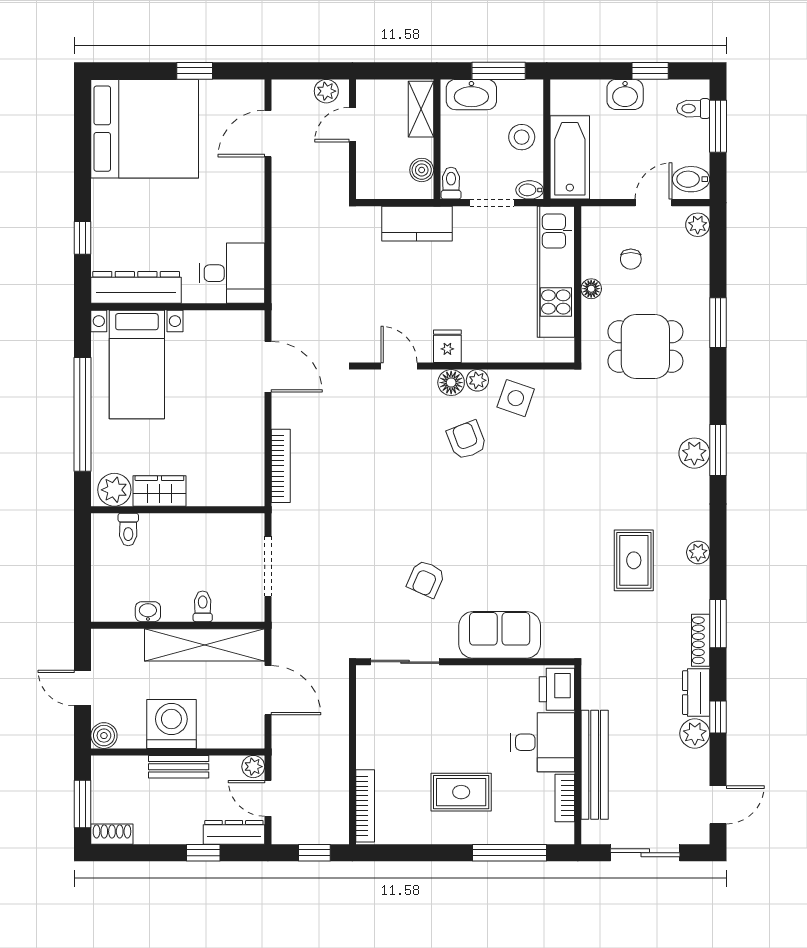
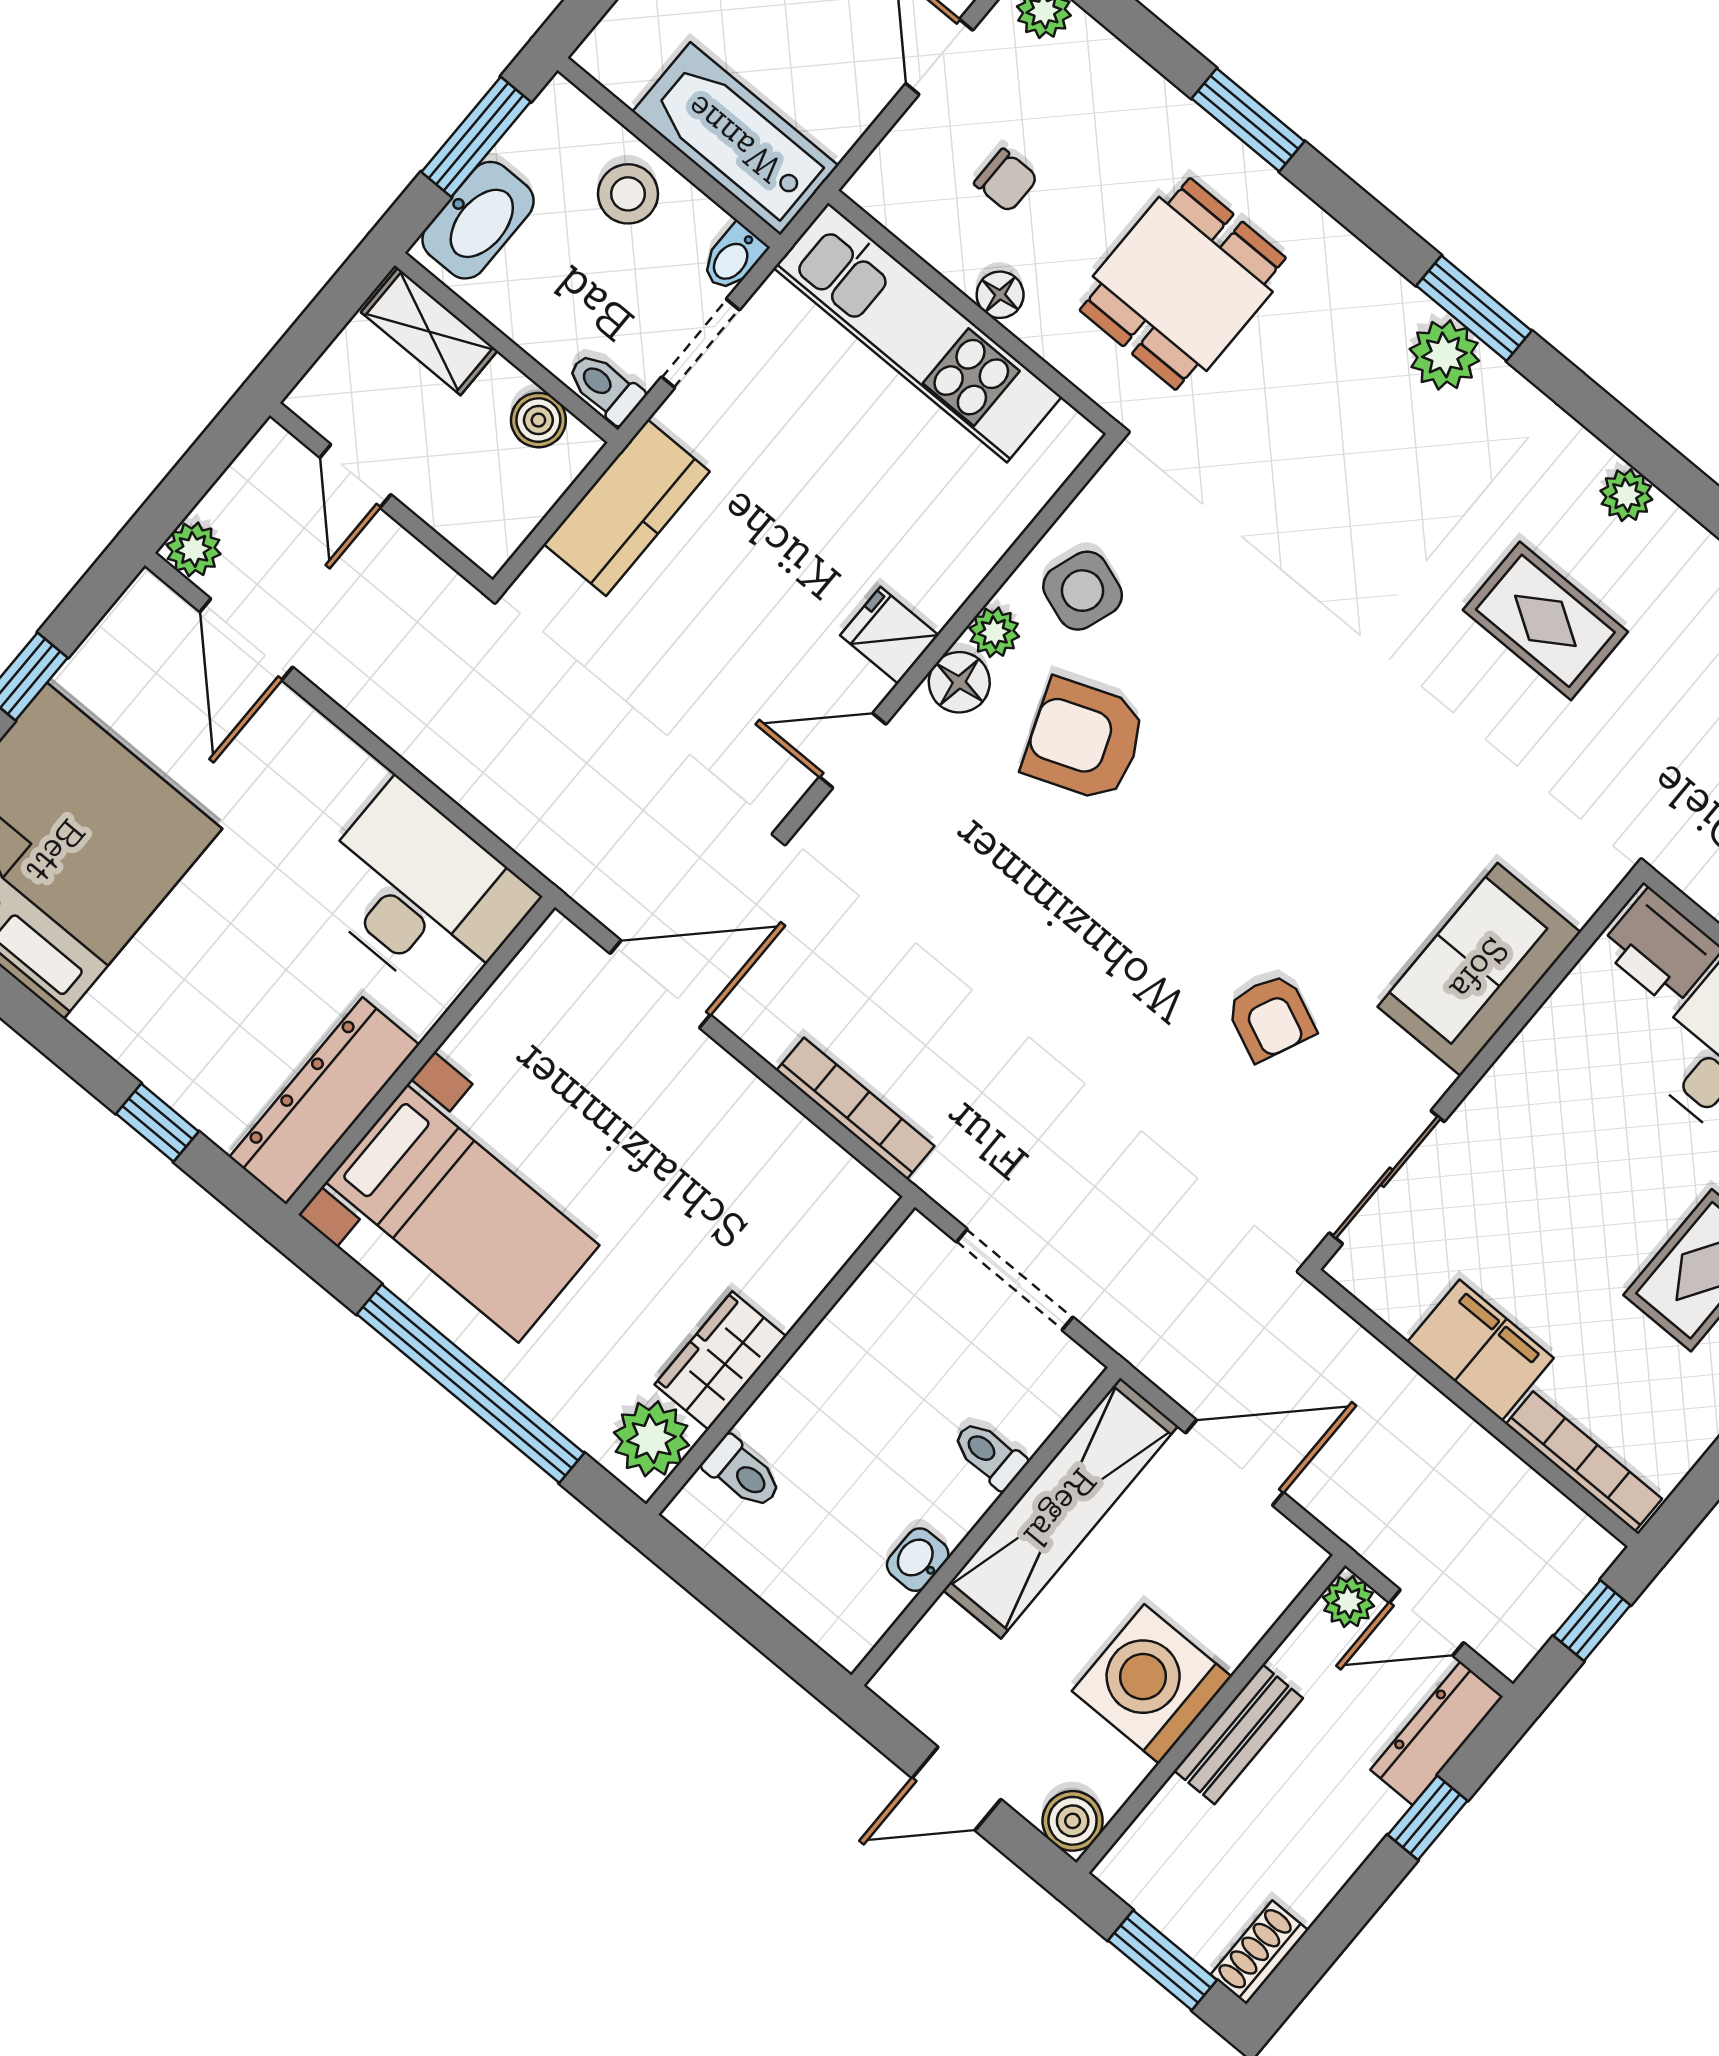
plant: (326, 91) -> (194, 549), moved
desk: (232, 273) -> (421, 893), width x1.37
armchair: (467, 440) -> (1084, 740), width x1.38, depth x1.38
filing cabinet: (373, 741) -> (1481, 1350), added

